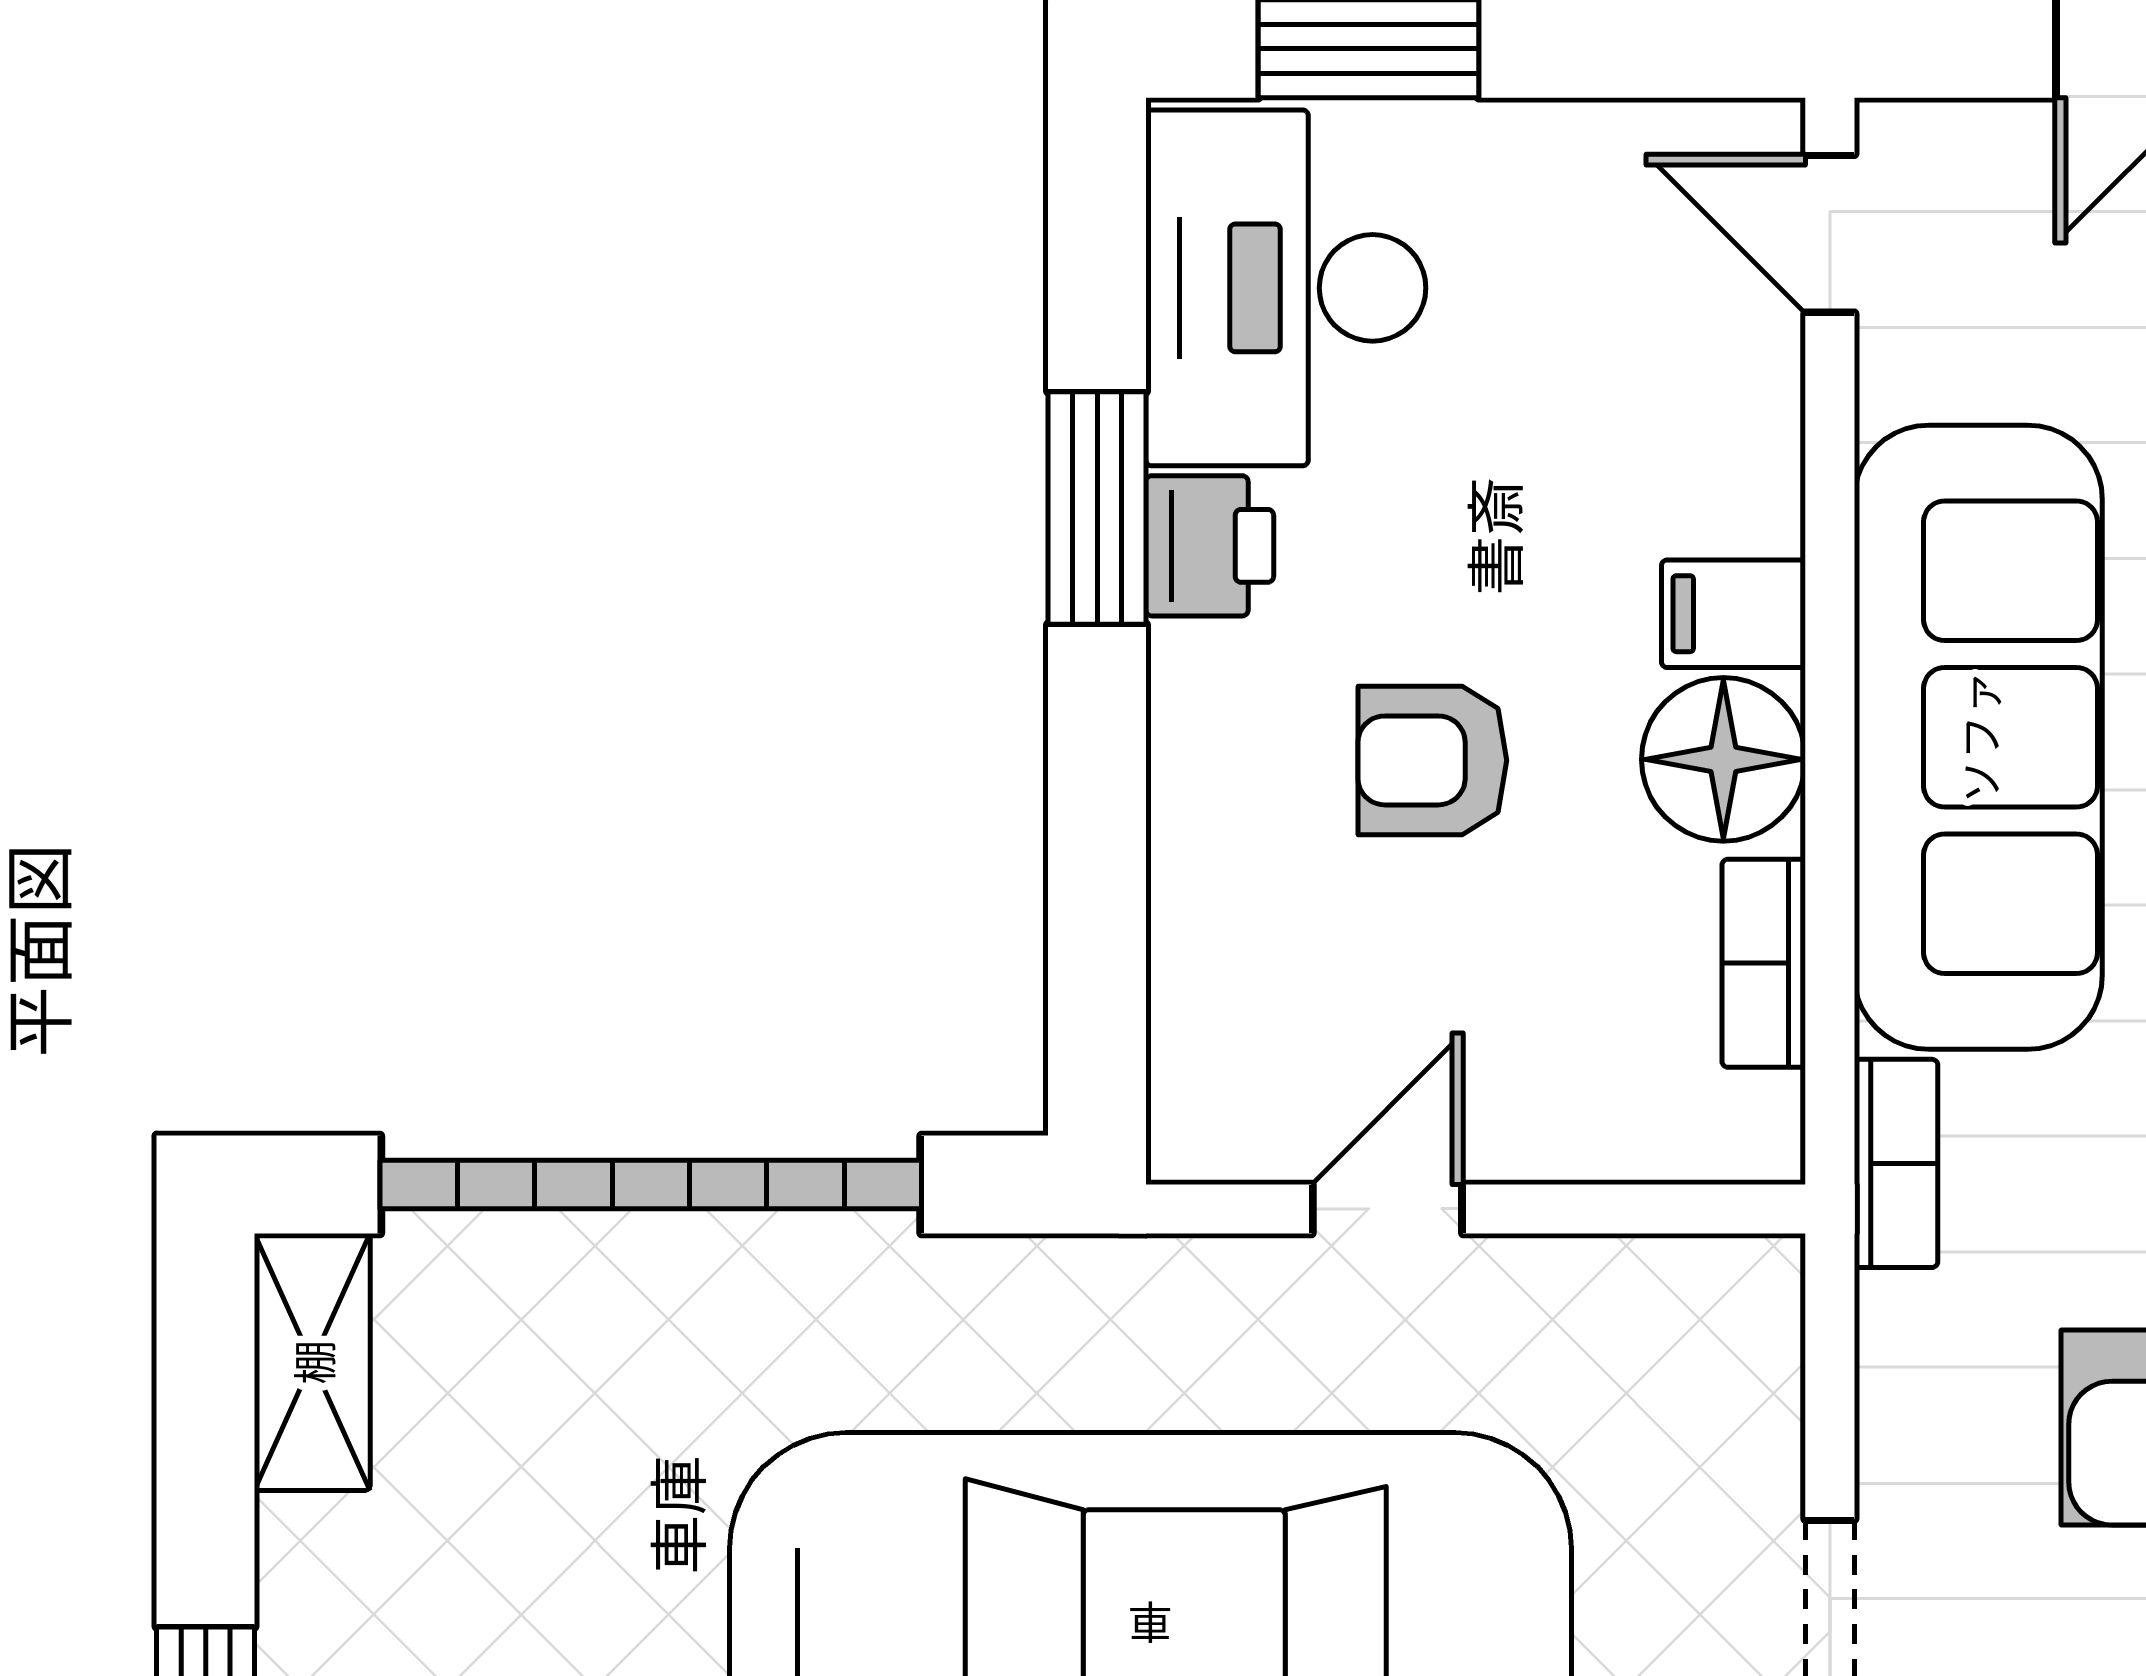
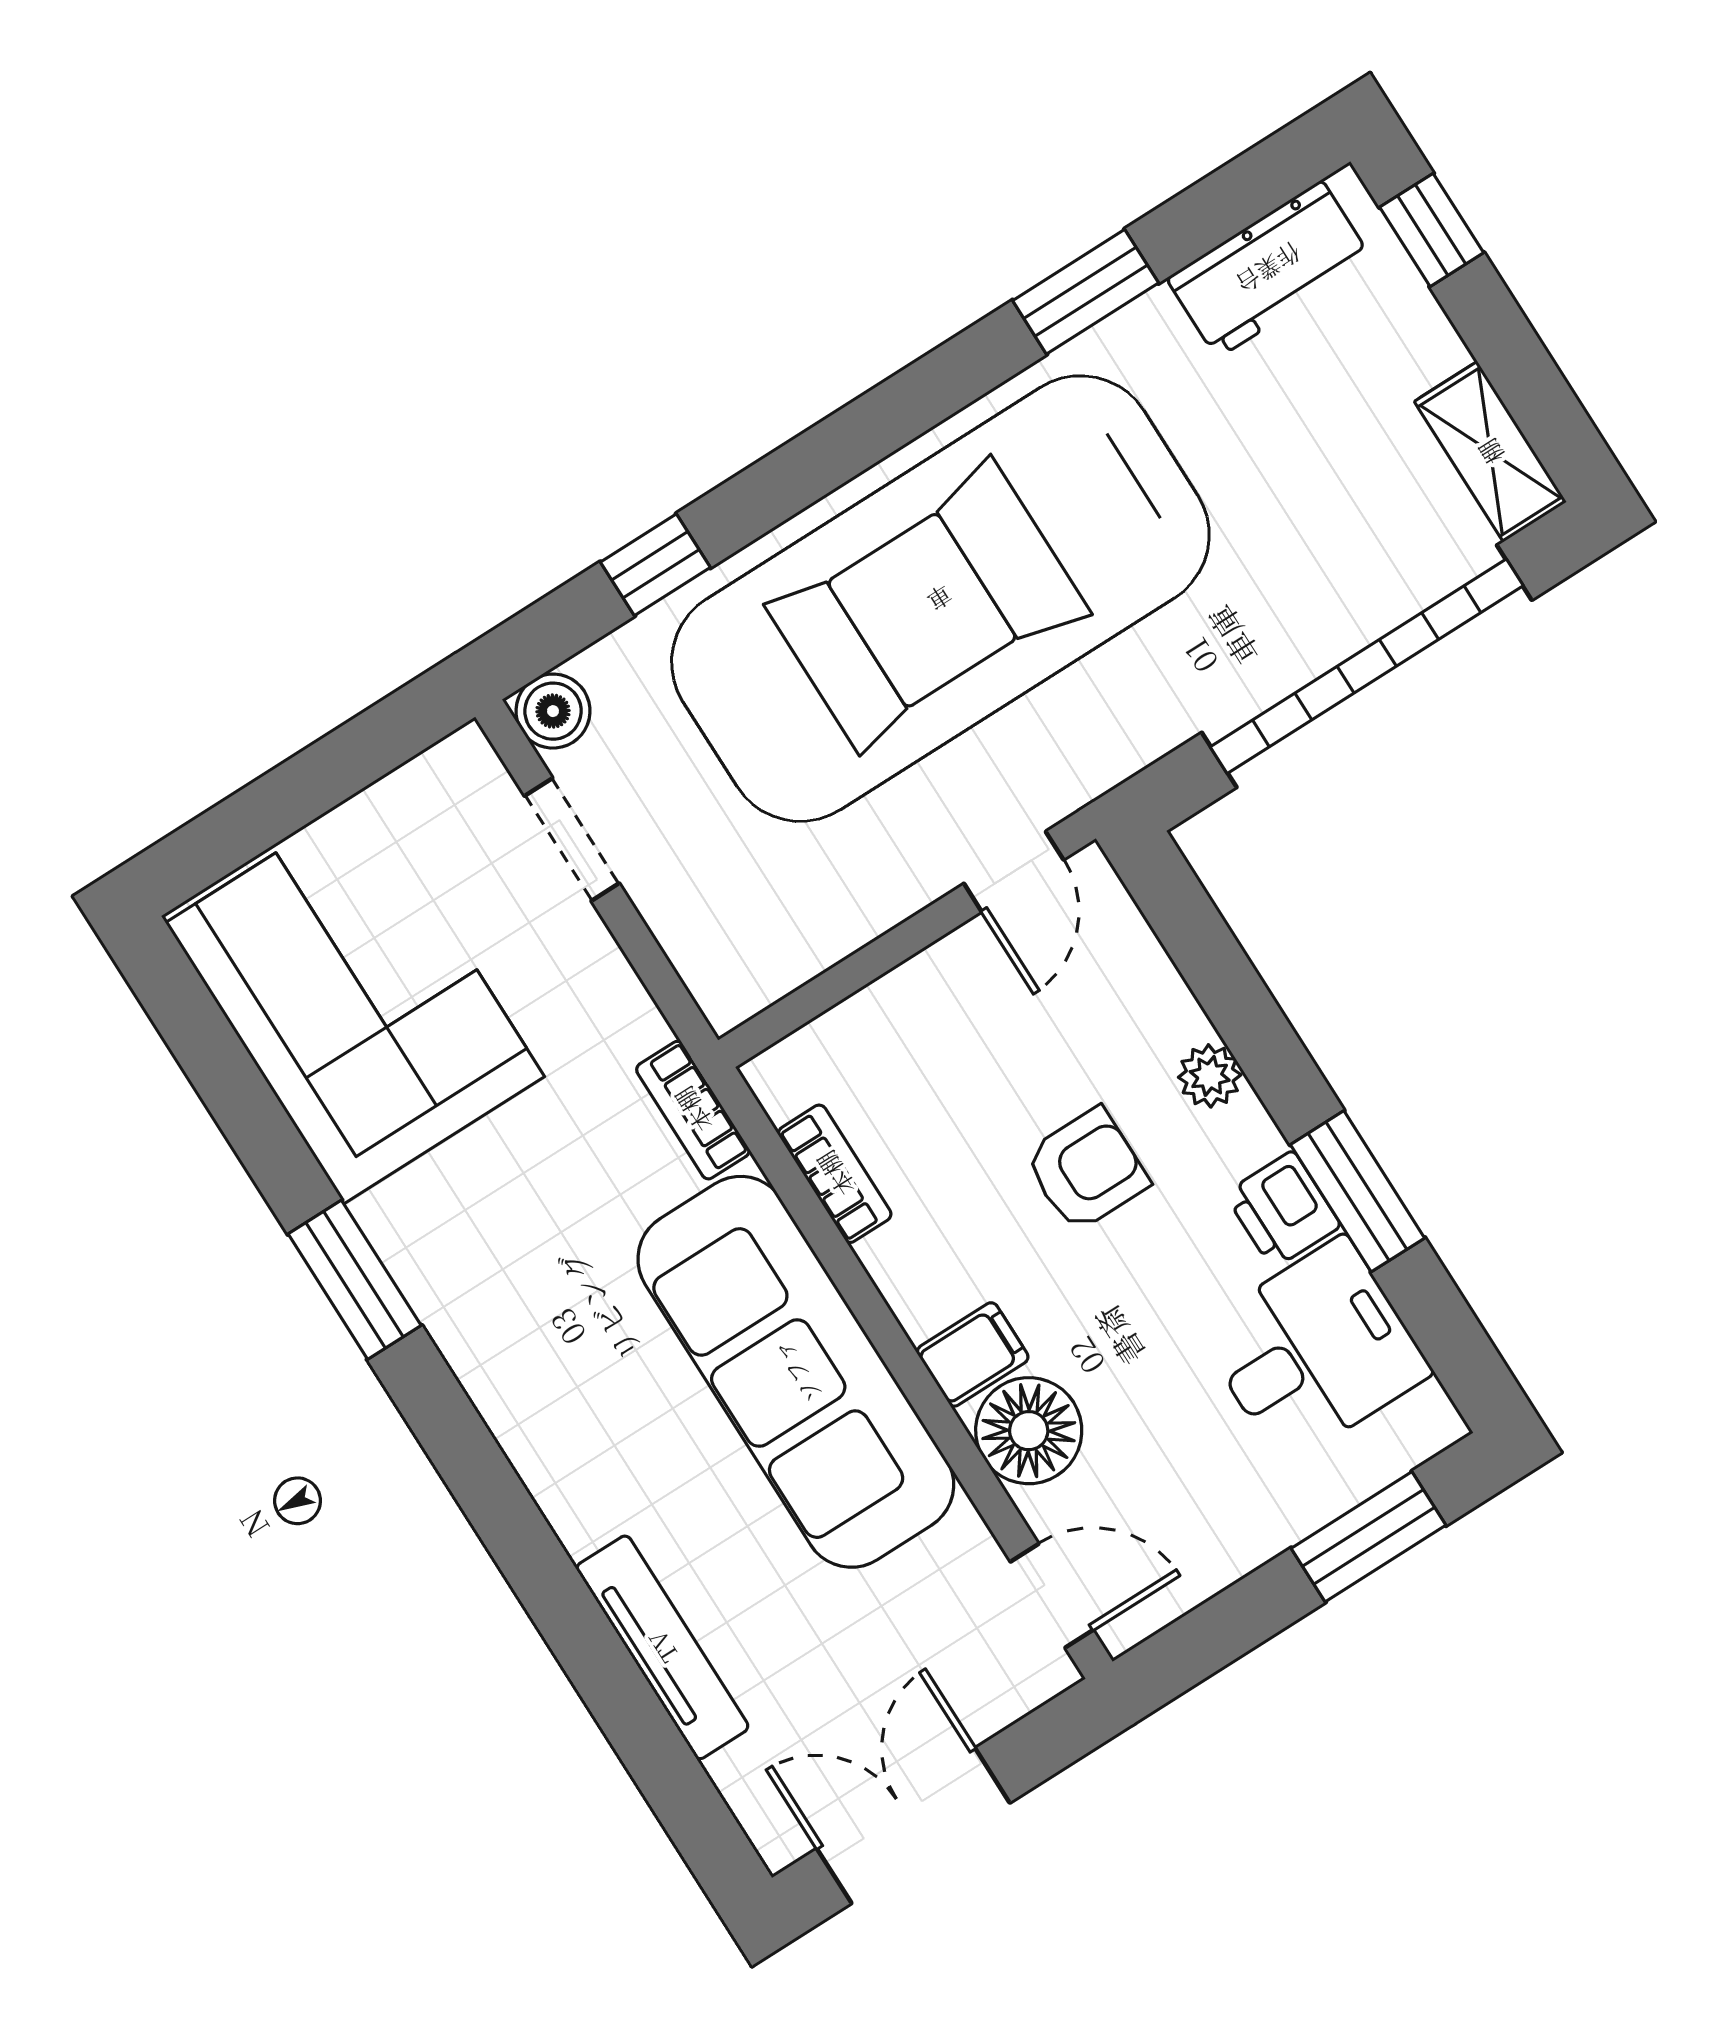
desk: (1286, 288) -> (1314, 1351), width x0.73
floor lamp: (1723, 759) -> (1029, 1431), moved
plant: (1194, 781) -> (1210, 1076), added
door: (1387, 1209) -> (1014, 872), moved

